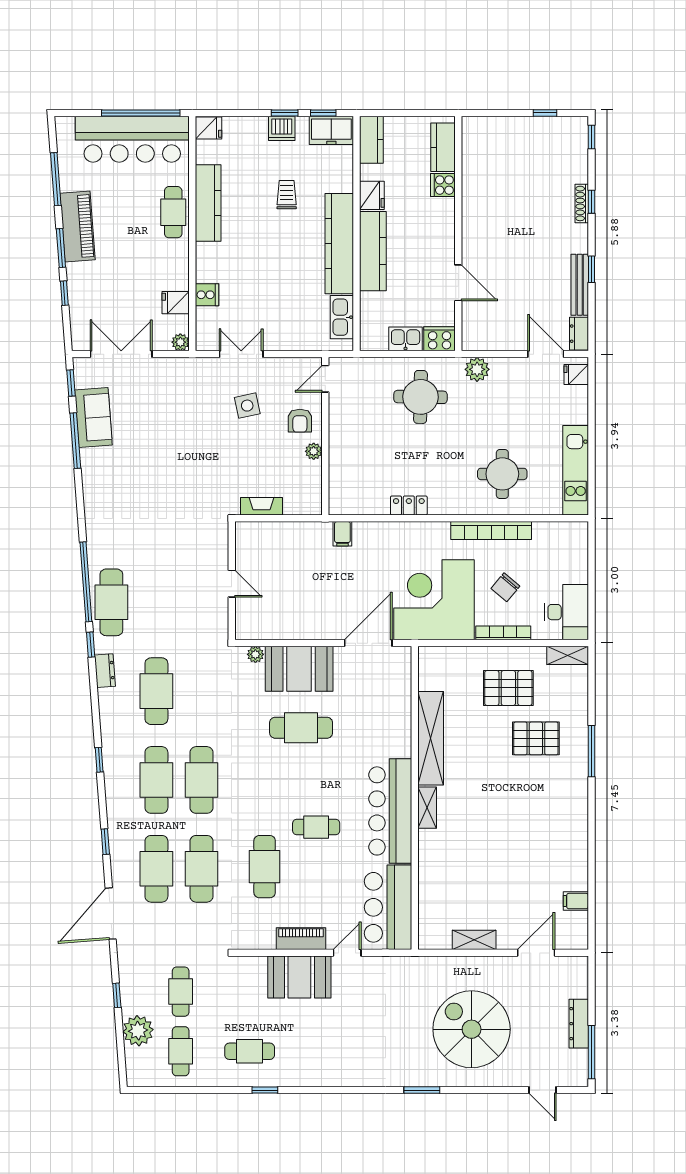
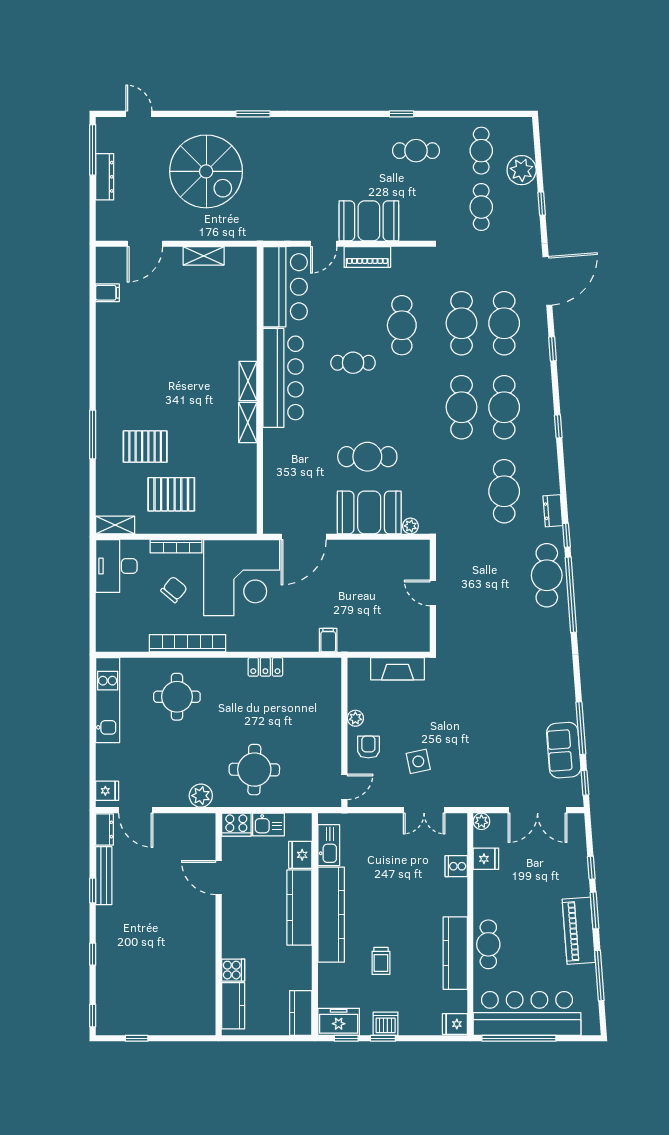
fridge: (372, 195) -> (300, 855), moved
shoe rack: (582, 203) -> (102, 953), removed
fireplace: (262, 506) -> (397, 669), width x1.37, depth x1.32
shelving: (431, 738) -> (248, 422), width x0.45, depth x0.75

